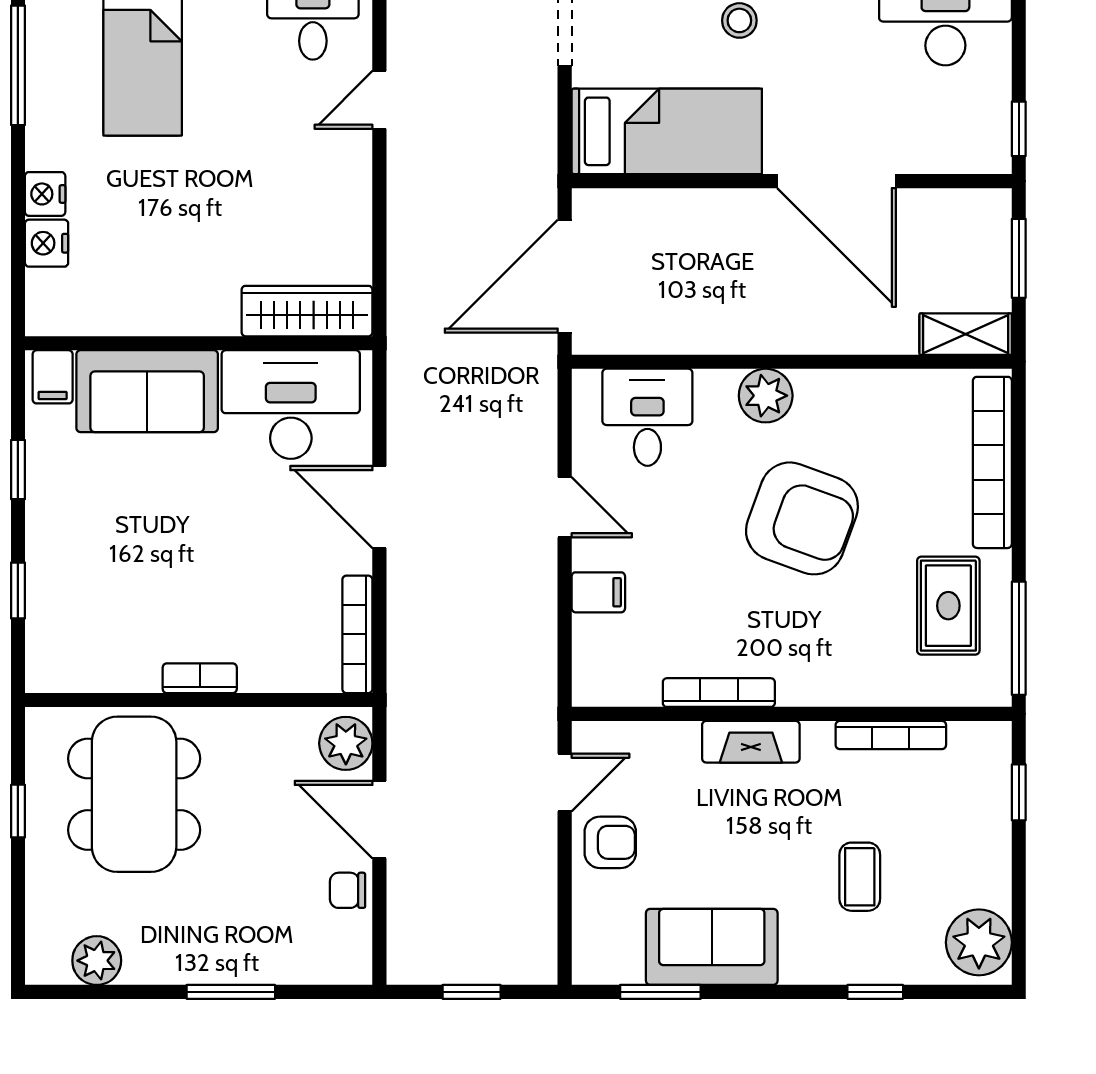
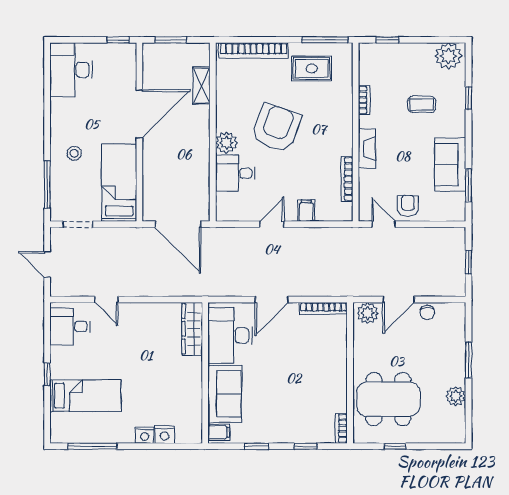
shelving: (966, 334) -> (201, 86), moved
desk: (647, 417) -> (235, 173), moved
bookcase: (200, 678) -> (341, 428), moved
bookcase: (719, 693) -> (347, 179), moved
bookcase: (891, 735) -> (364, 100), width x0.64
plant: (97, 961) -> (456, 396), moved

